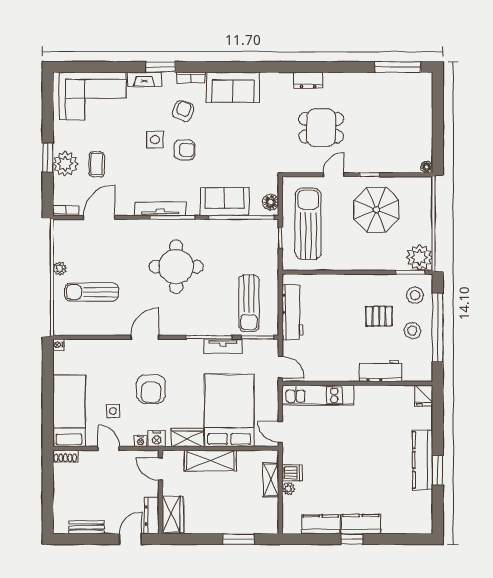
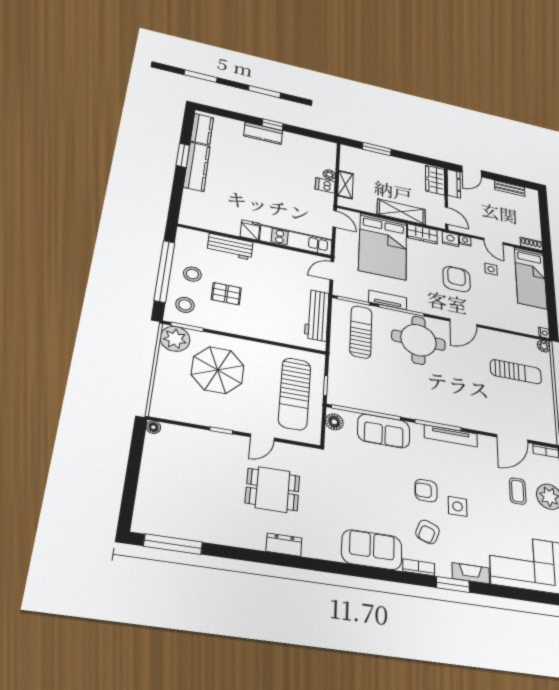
parasol: (376, 210) -> (218, 370), moved
round table: (176, 267) -> (419, 340), moved
plant: (60, 269) -> (544, 346), moved
door: (280, 367) -> (332, 271), hinge flipped
fridge: (424, 396) -> (250, 230), moved
kitchen counter: (321, 524) -> (202, 129), moved, turned -90

